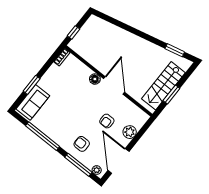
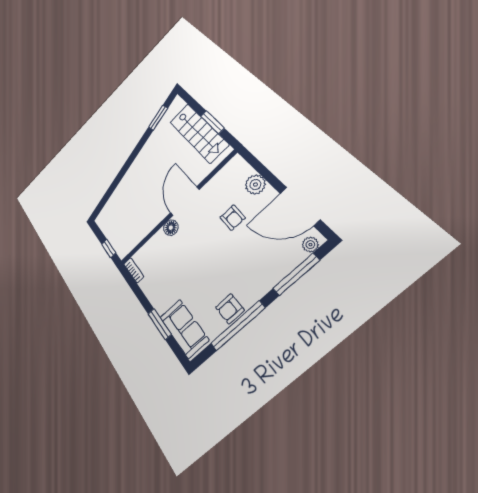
door: (114, 85) -> (185, 201), hinge flipped
armchair: (82, 144) -> (230, 309), moved

